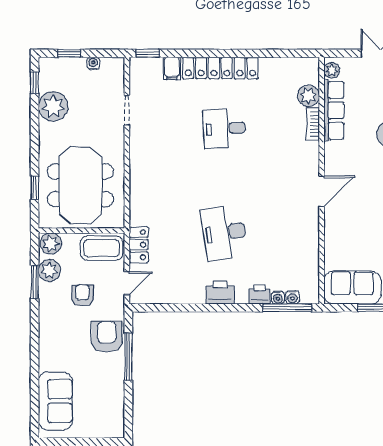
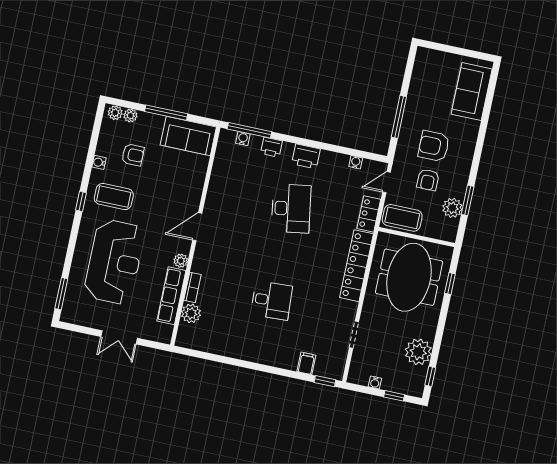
locker: (220, 68) -> (357, 266), moved, turned -90
plant: (332, 70) -> (181, 261), moved
plant: (51, 244) -> (446, 231), removed
water cooler: (278, 298) -> (356, 162), moved
armchair: (107, 337) -> (434, 146), moved, turned 90

